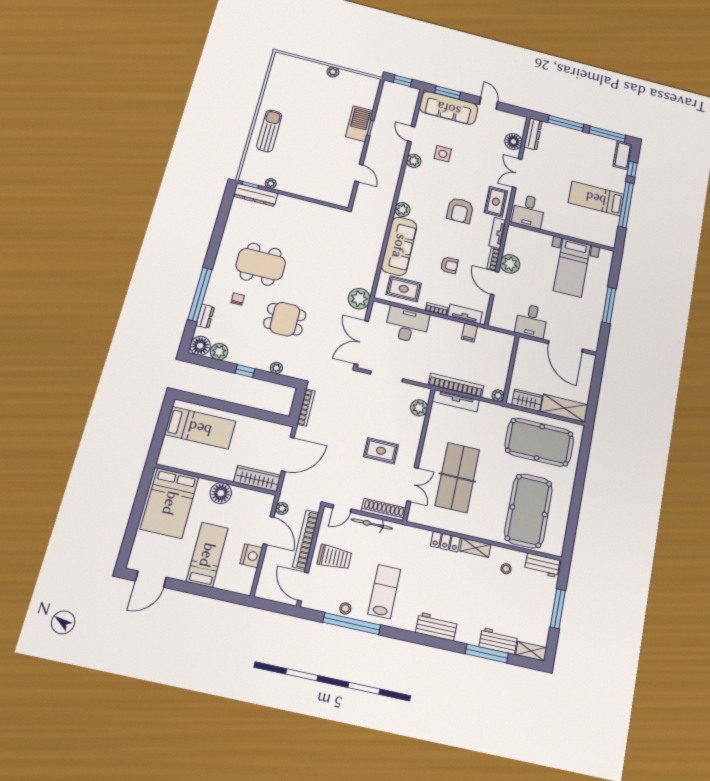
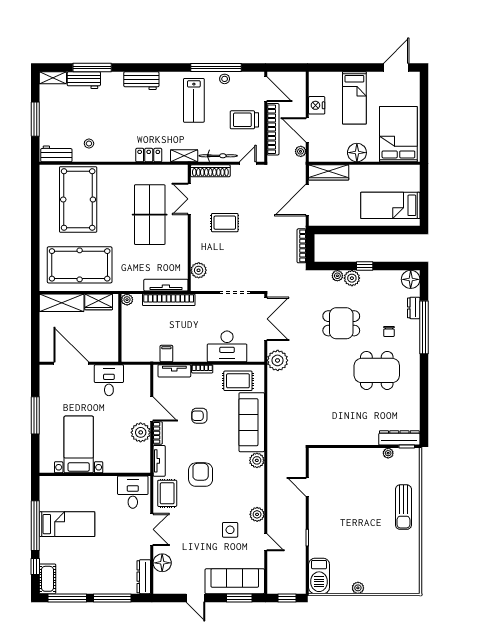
barbecue: (359, 124) -> (319, 576), moved
plant: (219, 352) -> (352, 278), moved
shelving: (475, 548) -> (184, 156), moved

